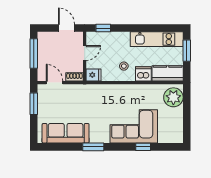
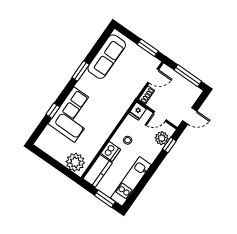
plant: (102, 39) -> (162, 138), added
door: (85, 53) -> (160, 116), hinge flipped

